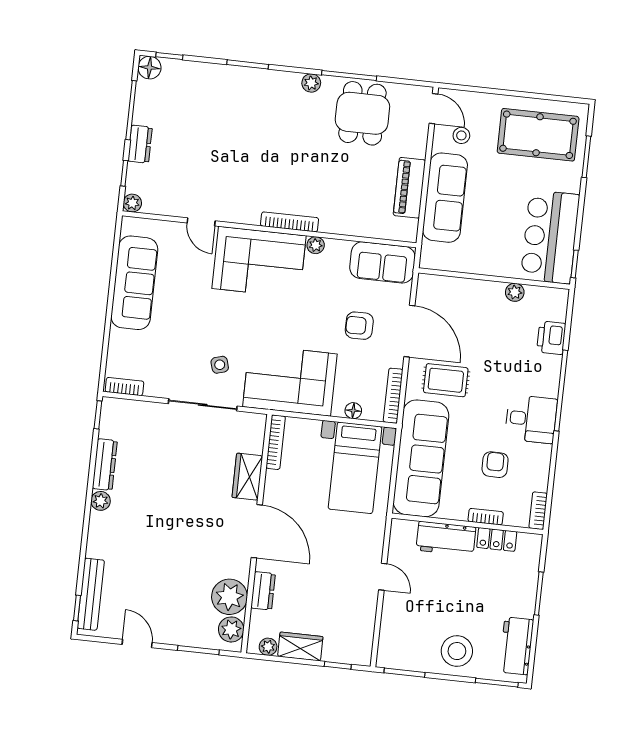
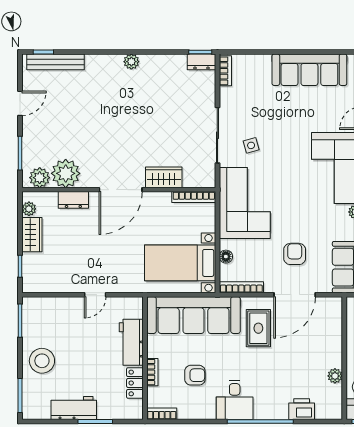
dresser: (105, 465) -> (201, 62), moved, width x0.70
workbench: (516, 646) -> (74, 408), moved

